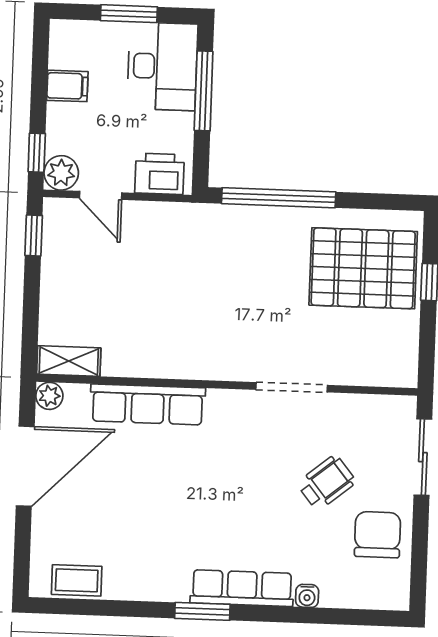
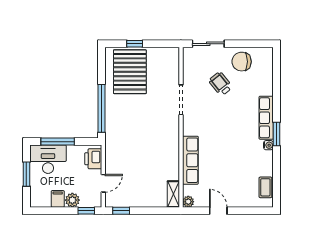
plant: (61, 173) -> (72, 200), moved
door: (25, 466) -> (218, 211), width x0.53
water cooler: (307, 596) -> (268, 145), moved

